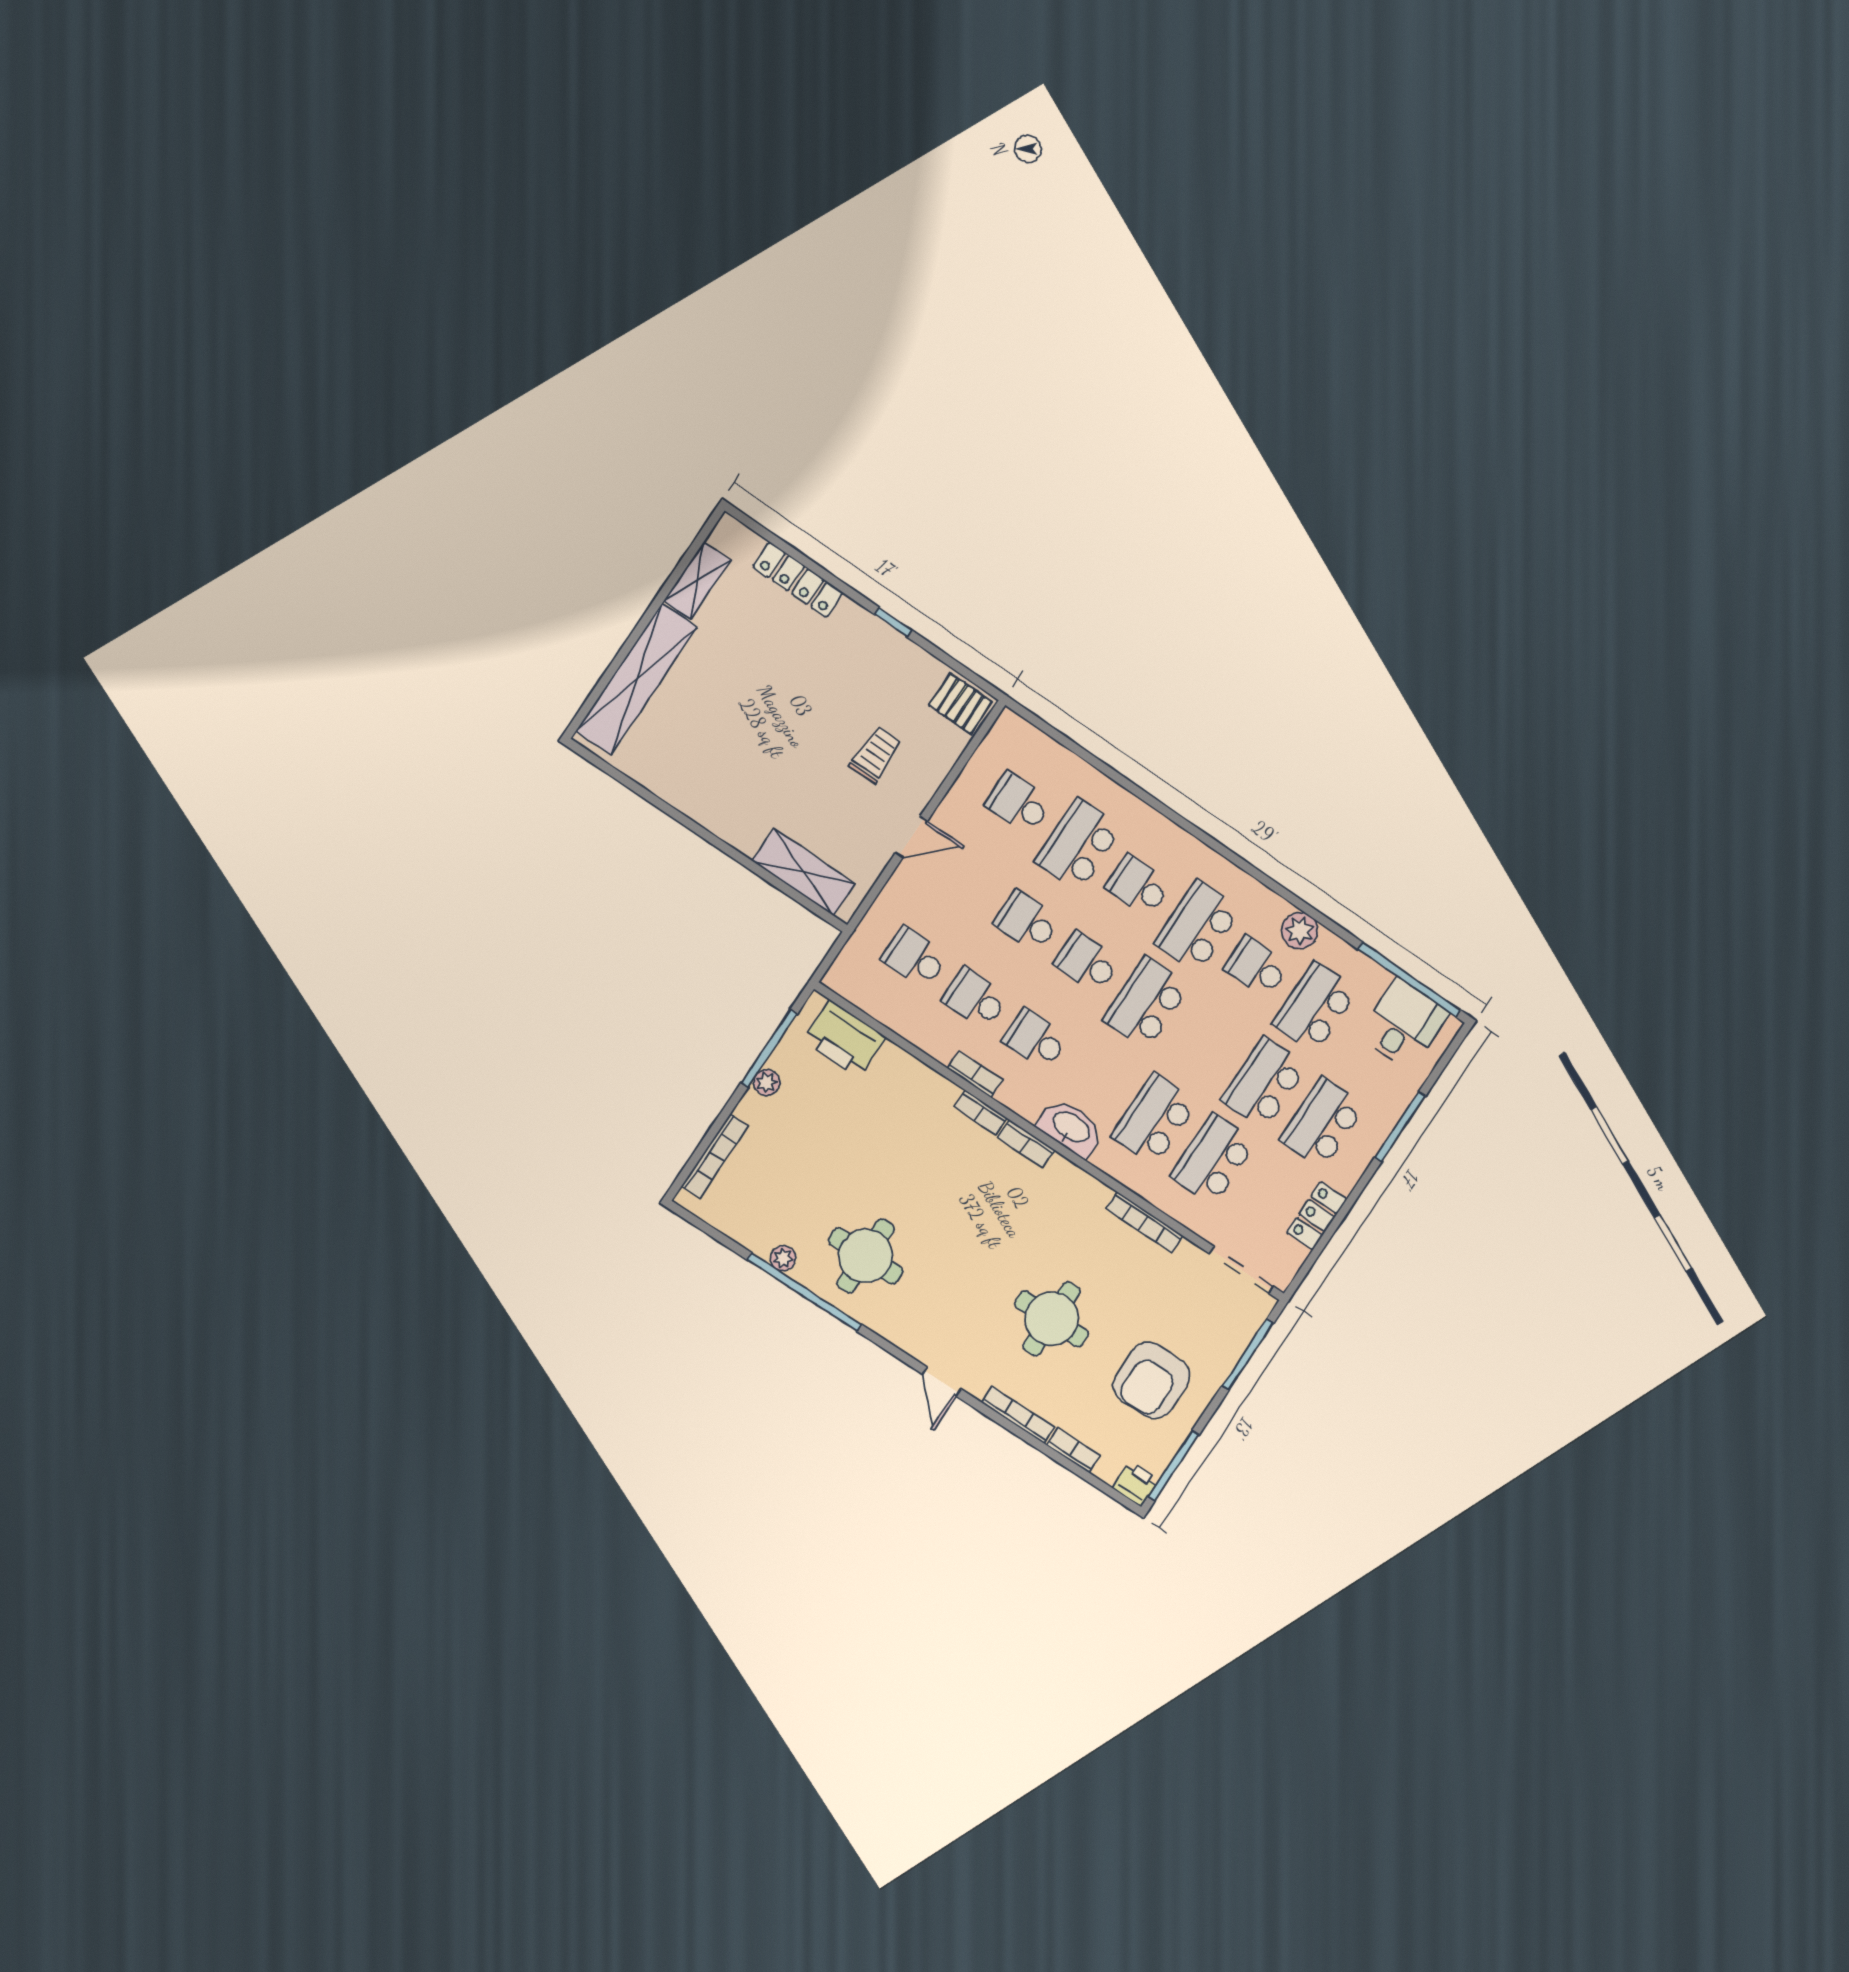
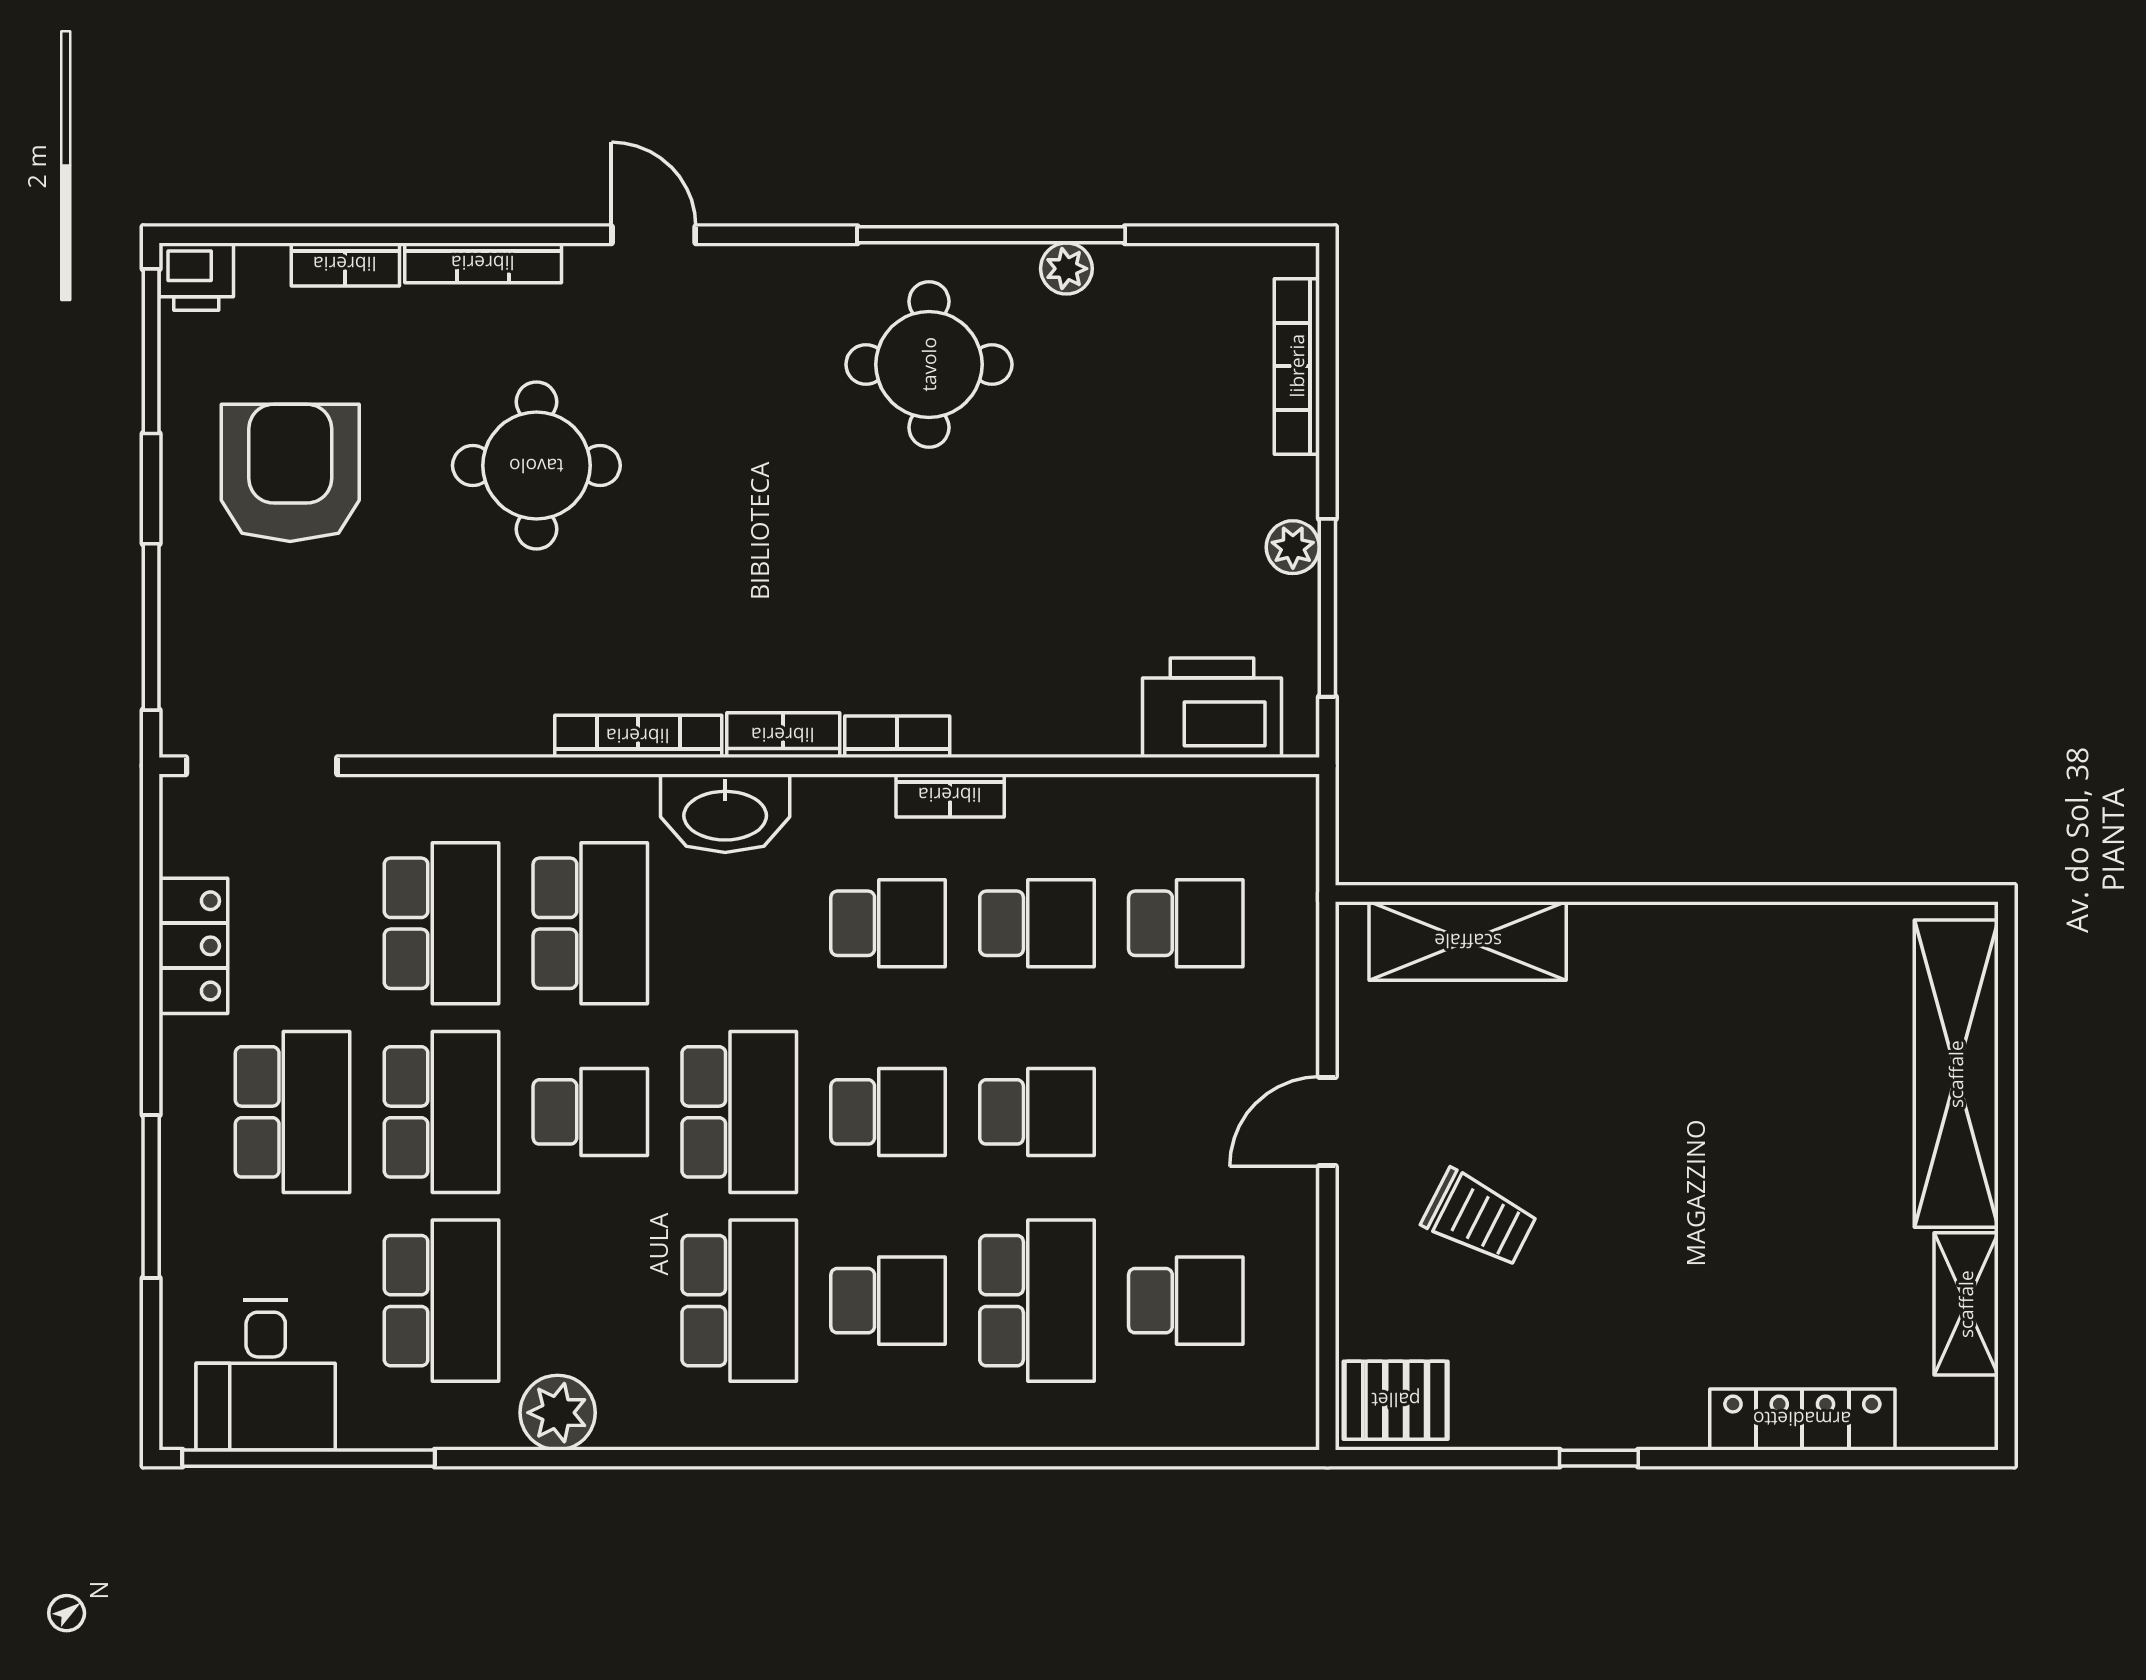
trolley: (876, 755) -> (1479, 1218), turned -63
school desk: (1257, 967) -> (590, 1112), moved
bookcase: (1144, 1222) -> (638, 736), moved

